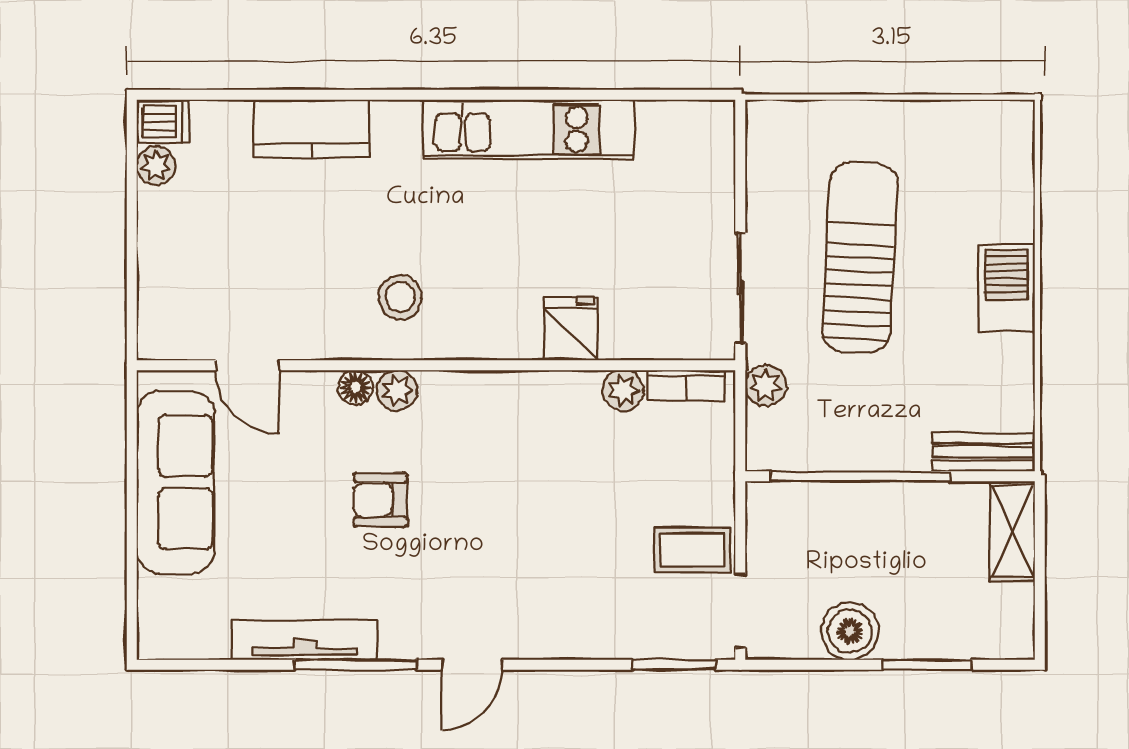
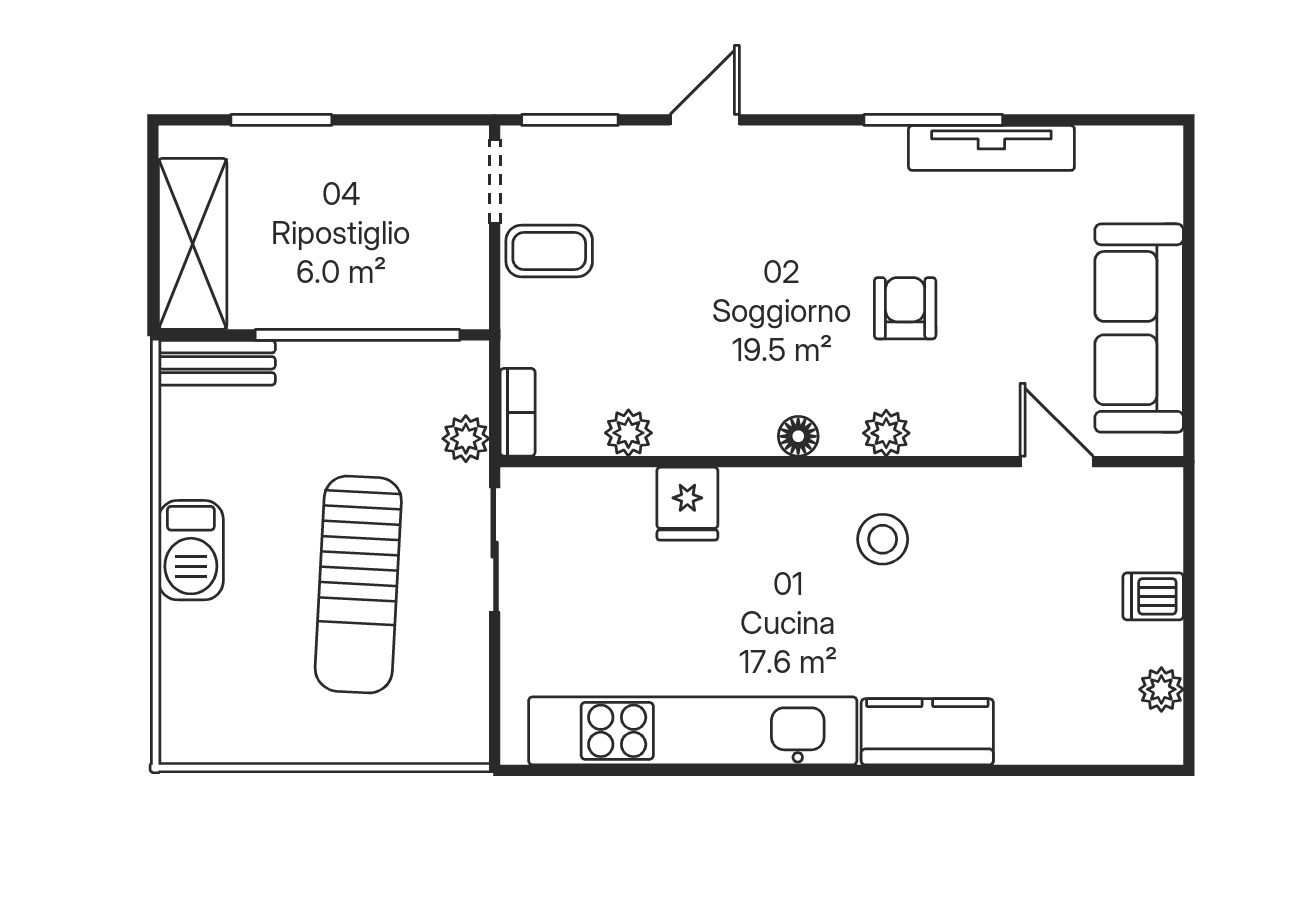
dishwasher: (163, 122) -> (1153, 596), moved
kitchen counter: (311, 129) -> (927, 732), moved
kitchen unit: (528, 129) -> (693, 731), width x1.36
bookcase: (686, 385) -> (518, 412), moved, turned 90
floor lamp: (356, 387) -> (798, 436), moved
armchair: (380, 500) -> (905, 308), turned -90
shelving: (1012, 531) -> (193, 244), width x1.50, depth x1.33
boiler: (850, 631) -> (370, 158), removed
door: (472, 665) -> (705, 120), moved

